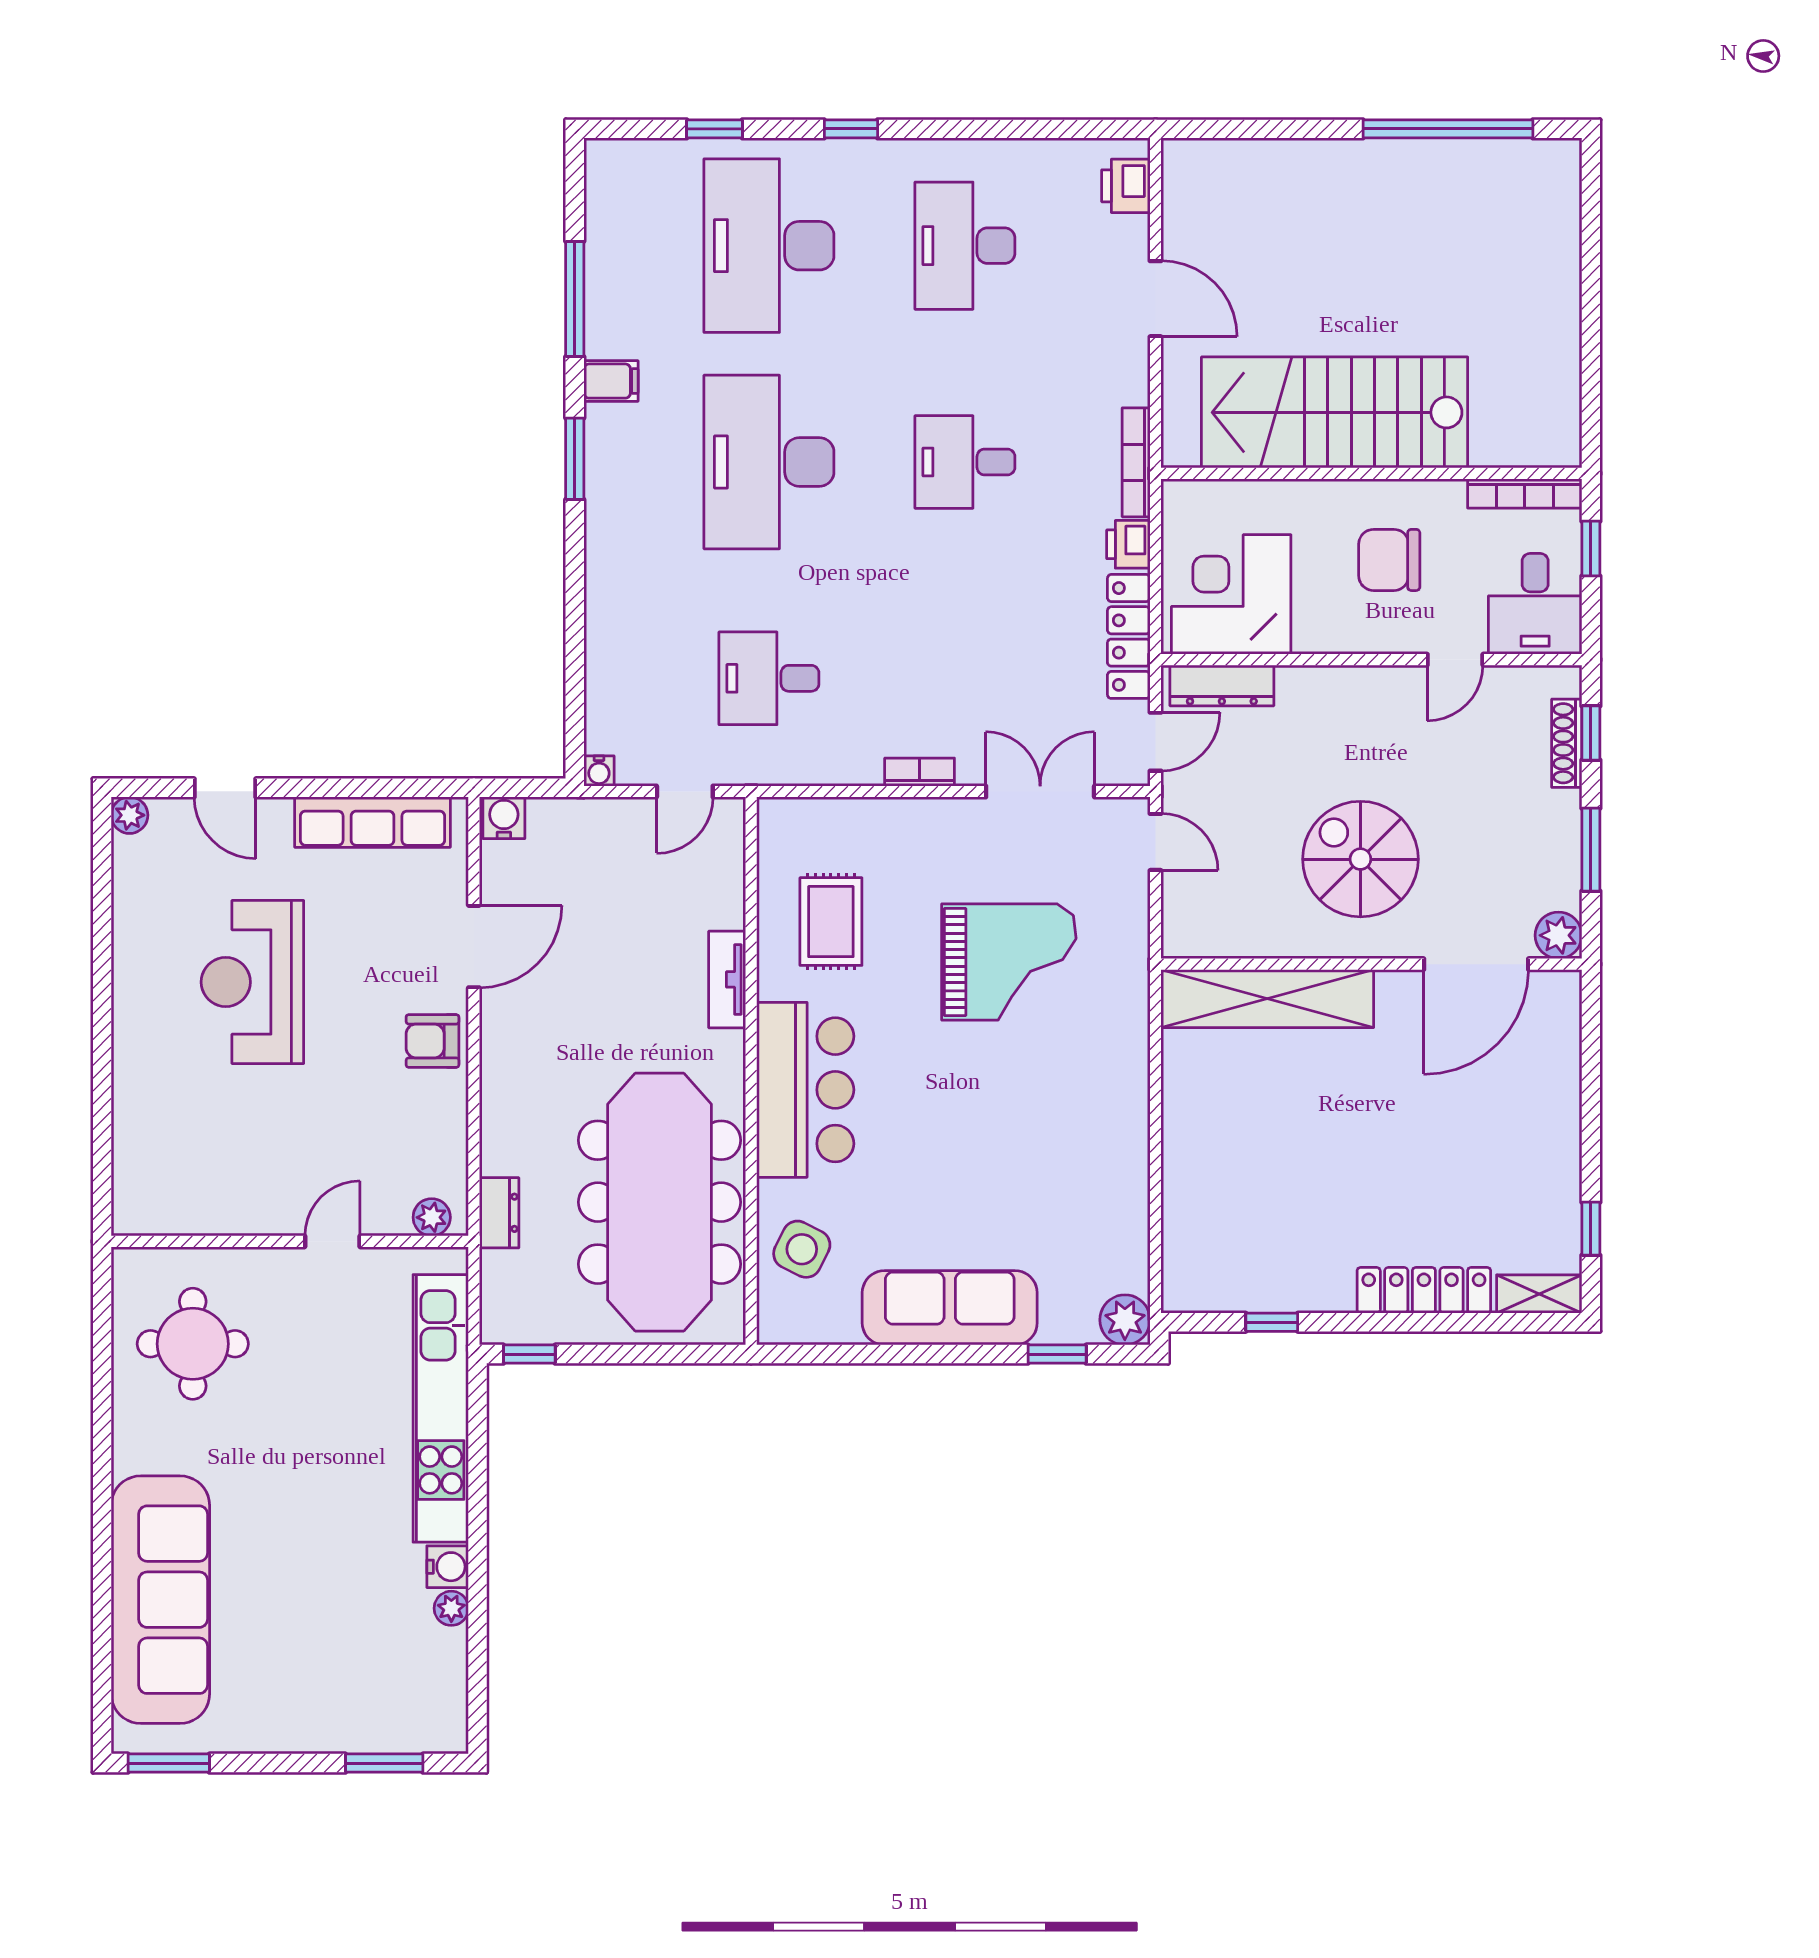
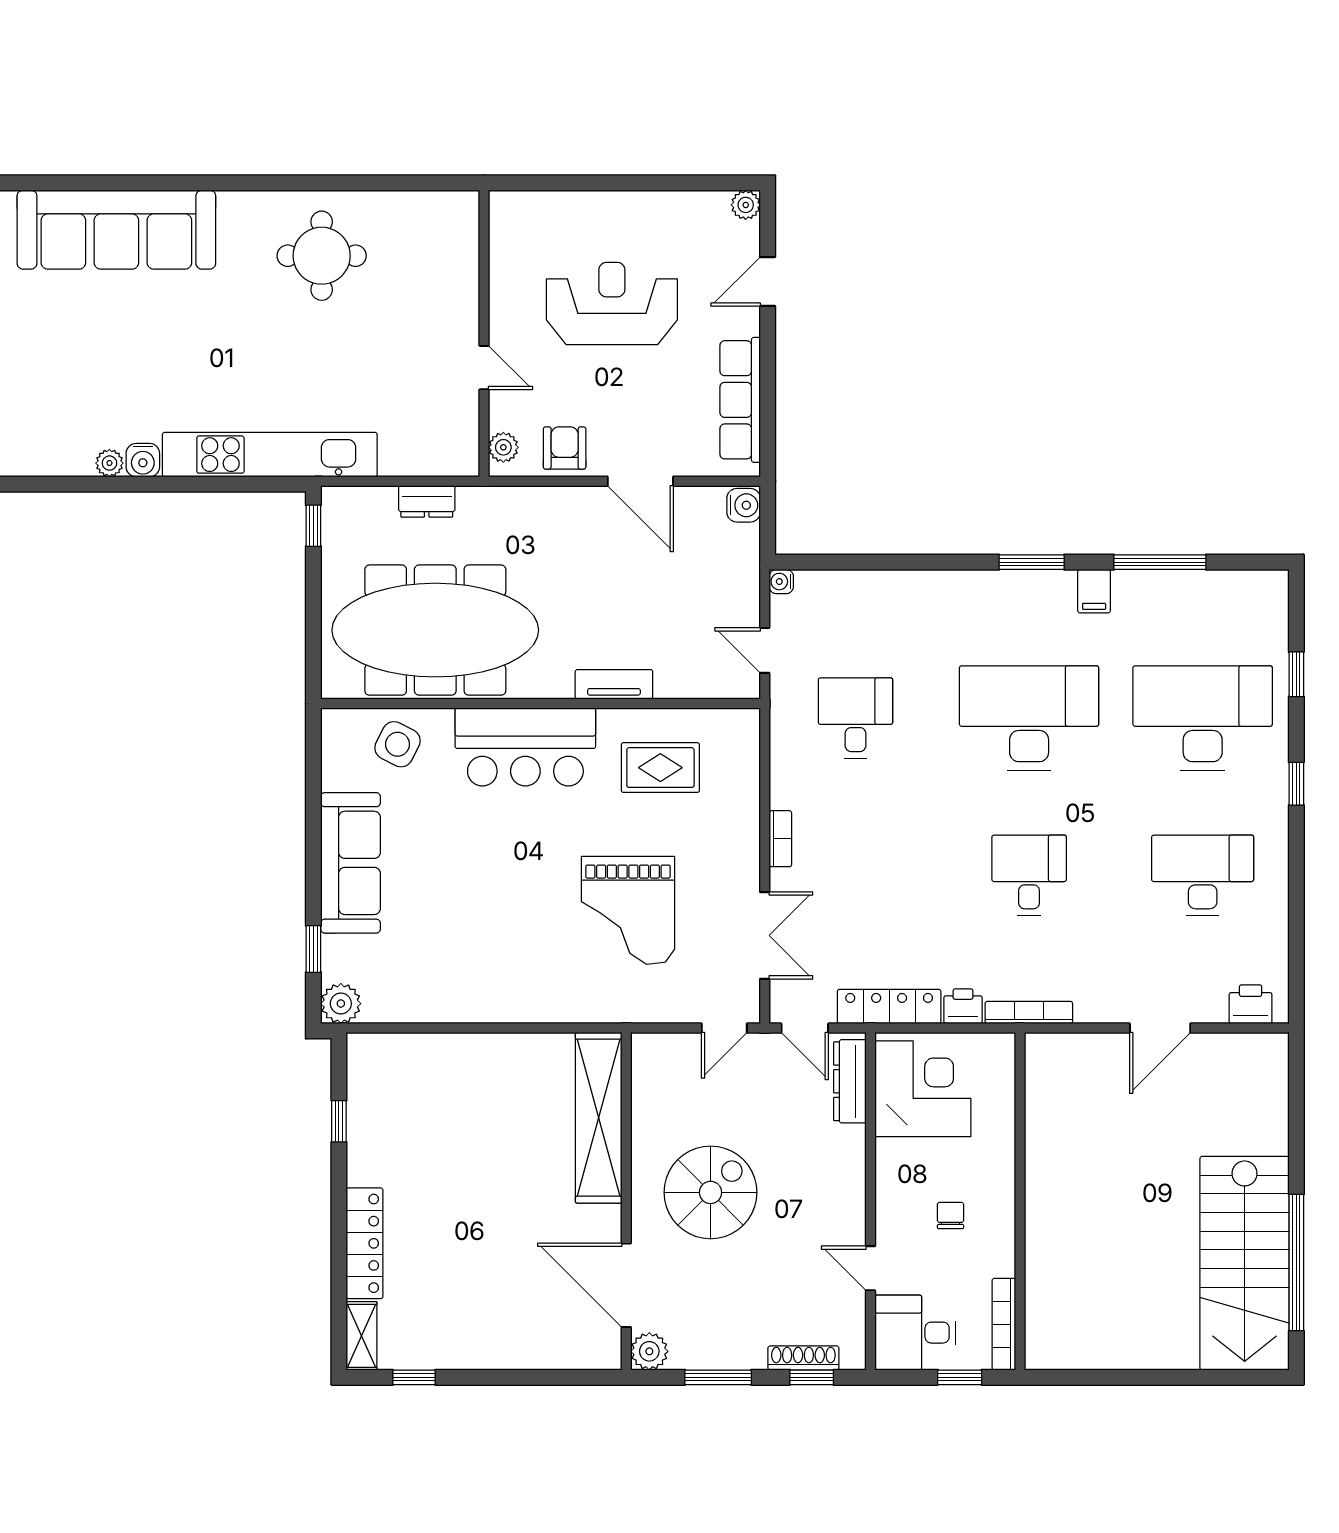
stairs: (1335, 412) -> (1245, 1263), moved, turned 180
chair: (1389, 560) -> (950, 1216), width x0.54, depth x0.54
plant: (432, 1217) -> (503, 447), moved
wall: (290, 1241) -> (484, 334), moved
door: (332, 1241) -> (484, 368), moved

